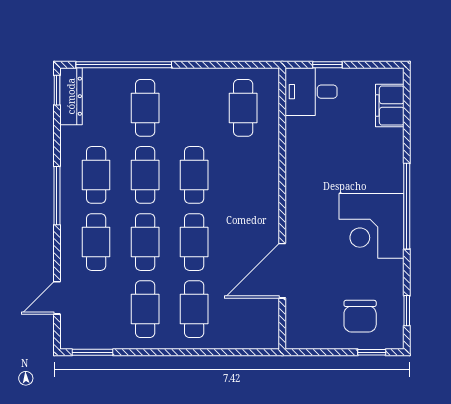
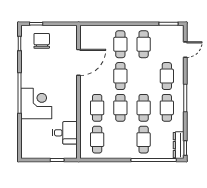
desk: (311, 92) -> (65, 133), moved
filing cabinet: (390, 106) -> (28, 141), removed
corner desk: (371, 226) -> (36, 103), moved
cafe table: (145, 242) -> (97, 108), moved

